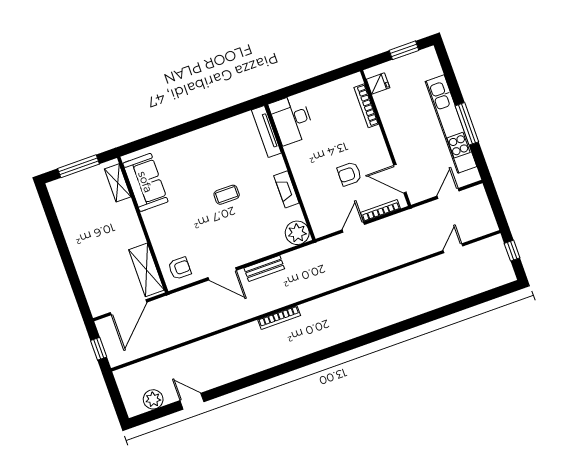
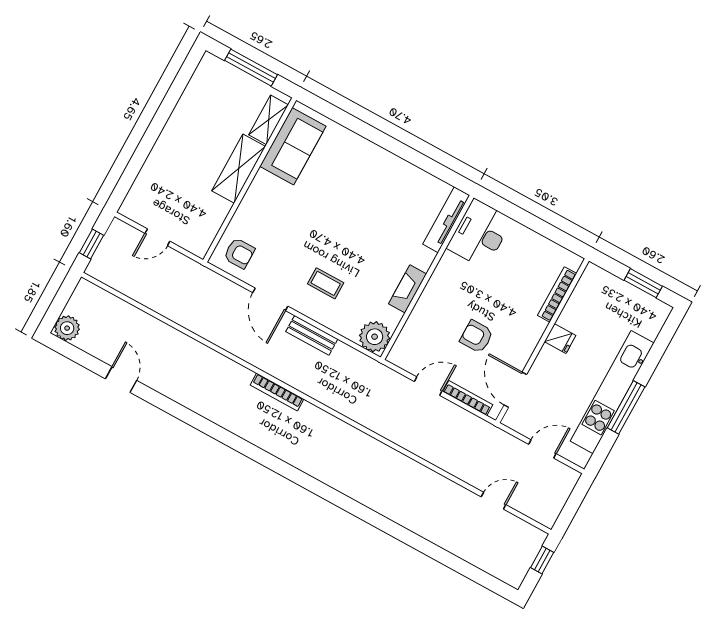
fridge: (378, 84) -> (560, 339), moved
coffee table: (227, 195) -> (326, 283), moved
shelving: (146, 270) -> (239, 169), moved
door: (129, 307) -> (157, 237), width x0.53
plant: (153, 399) -> (67, 328), moved

